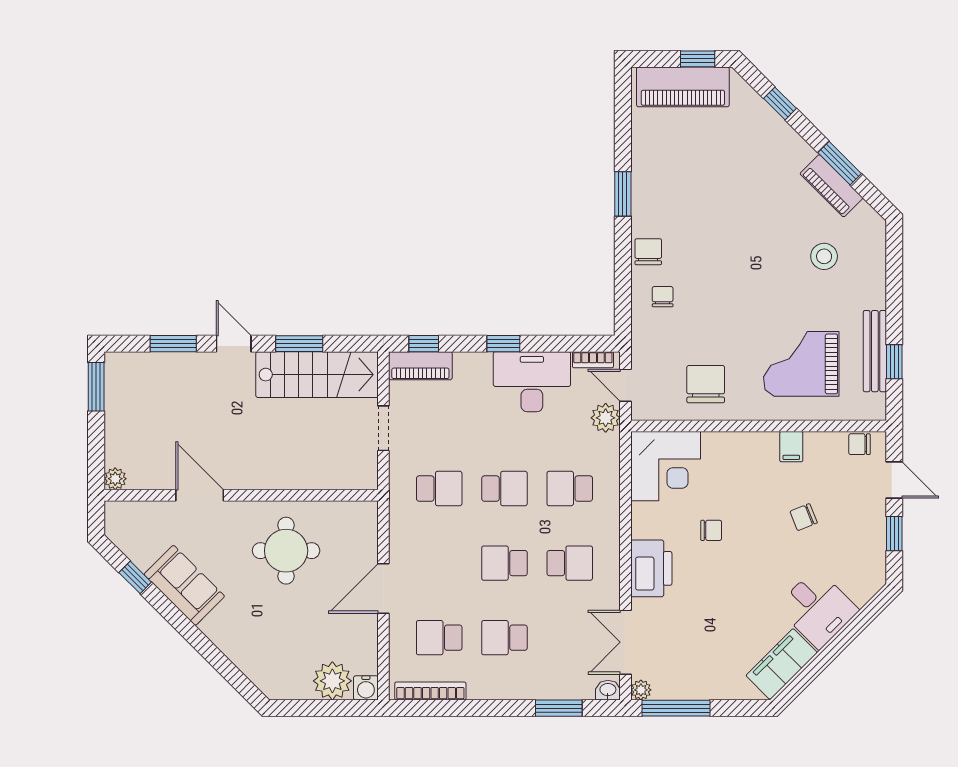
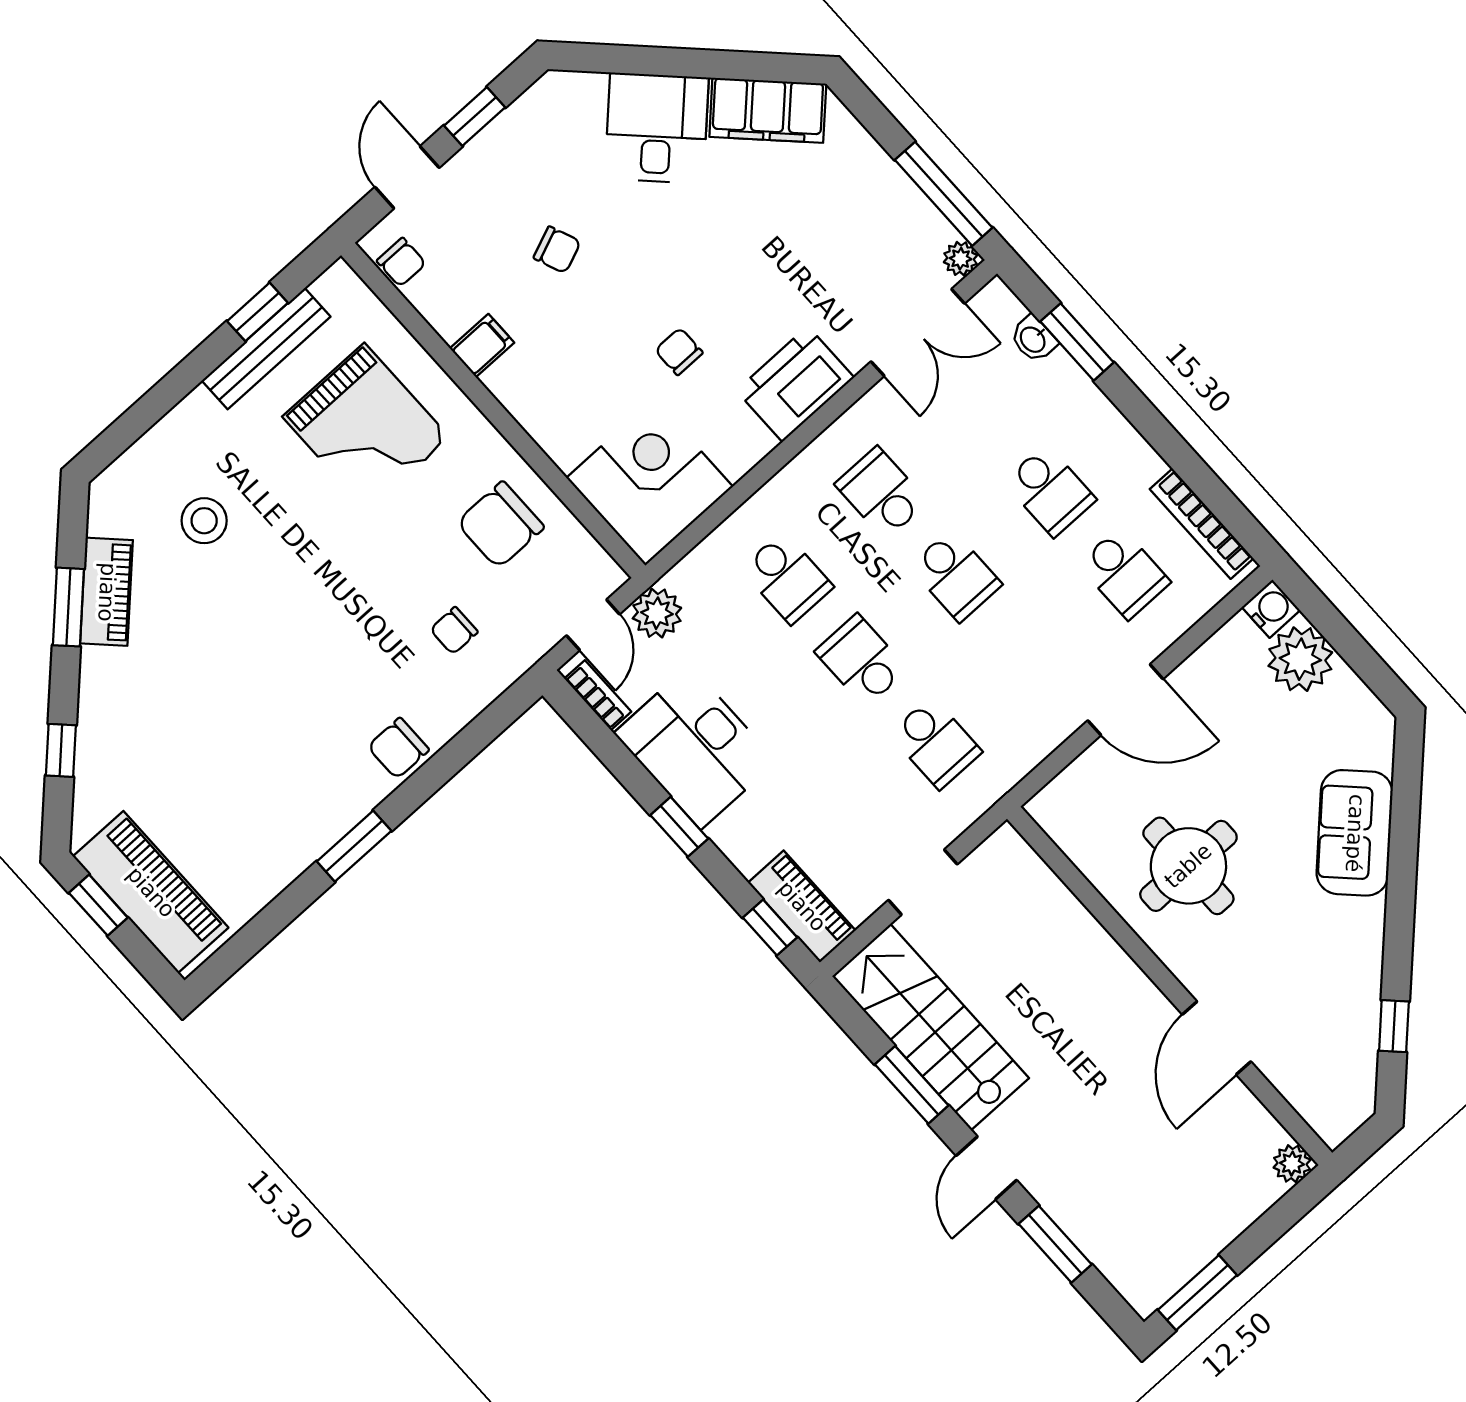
chair: (663, 297) -> (454, 631), moved
school desk: (439, 489) -> (936, 743), turned 180
sofa: (184, 585) -> (1355, 833), moved
washbasin: (608, 690) -> (1033, 339), moved

